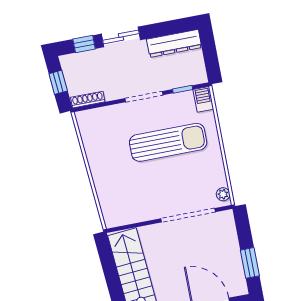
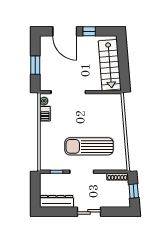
window: (84, 44) -> (113, 212), removed
barbecue: (203, 99) -> (45, 114), moved
sun lounger: (168, 142) -> (89, 146), moved
window: (250, 263) -> (35, 65), moved

